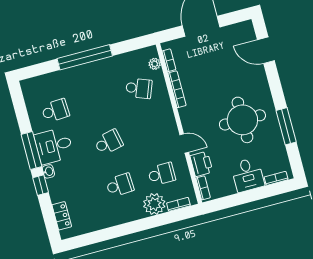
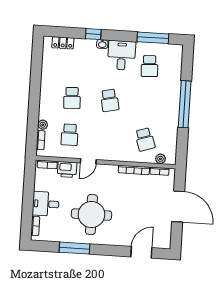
school desk: (139, 88) -> (145, 139), turned -39
window: (31, 151) -> (153, 38), moved
plant: (154, 204) -> (43, 125), width x0.53, depth x0.53

